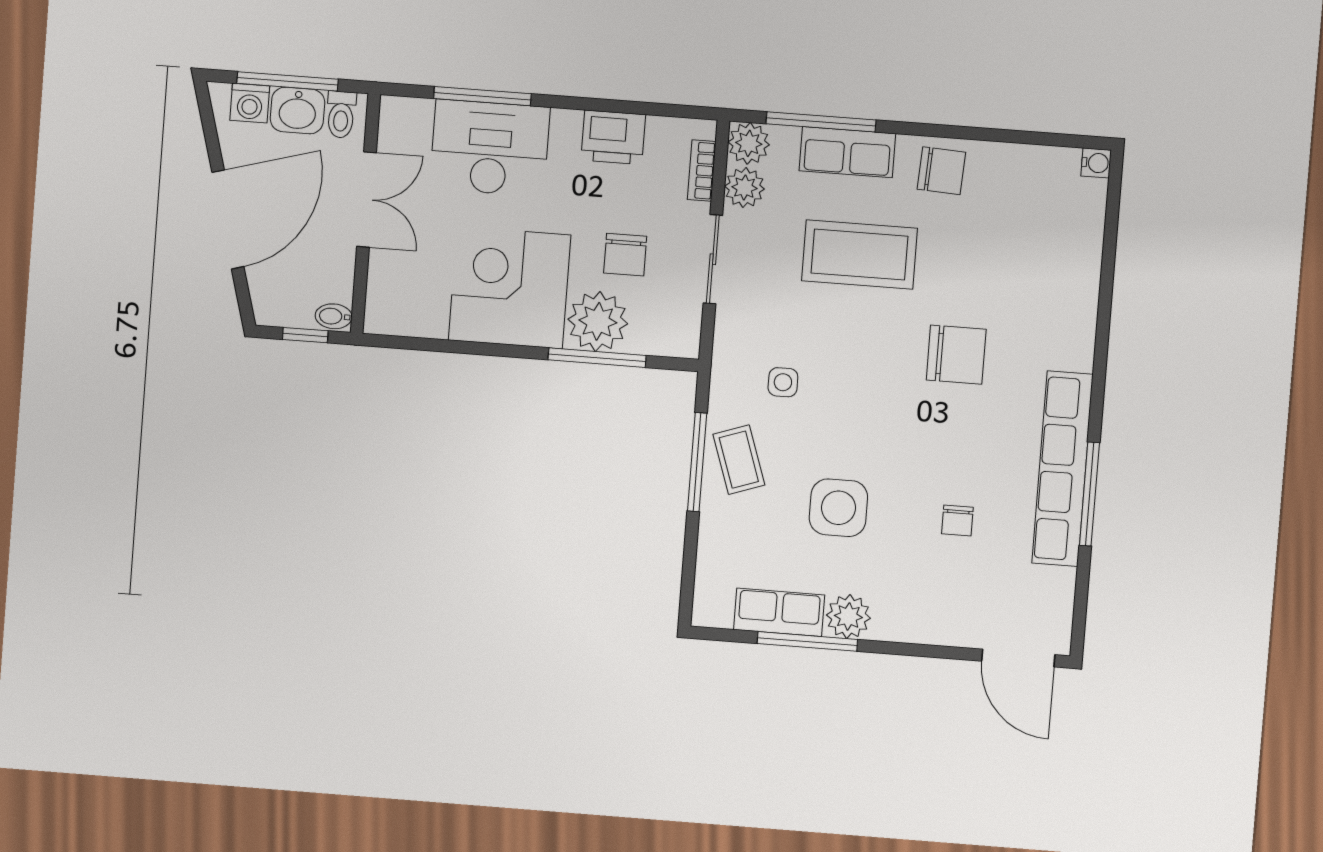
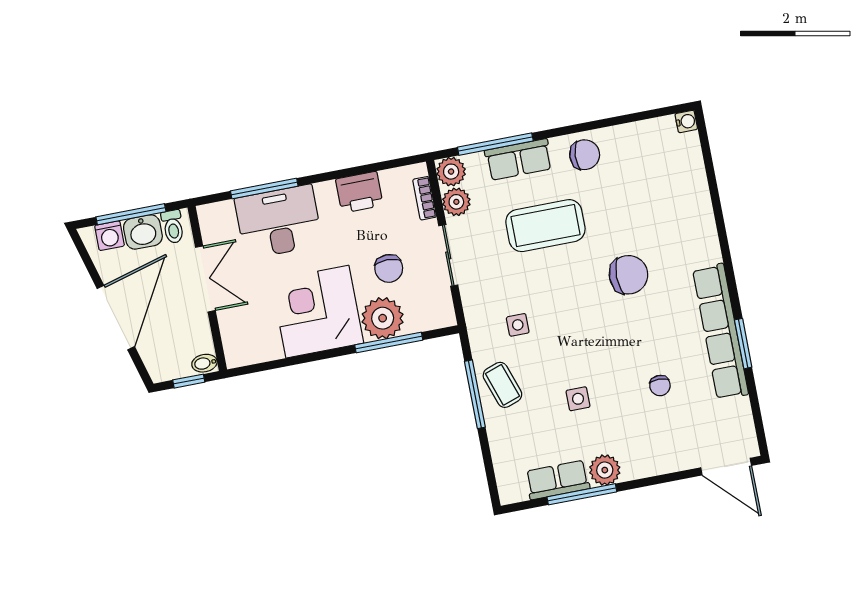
window: (1089, 494) -> (743, 344), width x0.69
side table: (838, 508) -> (578, 399), width x0.54, depth x0.54

